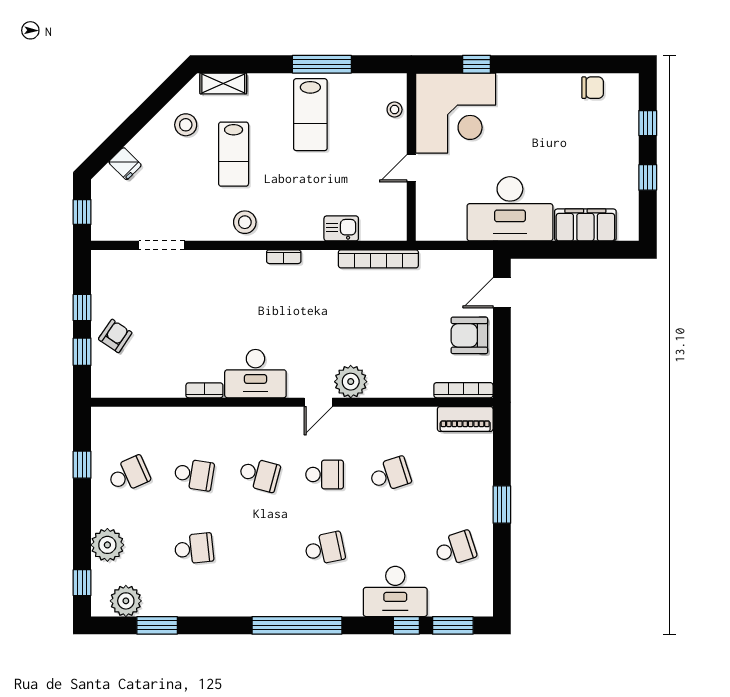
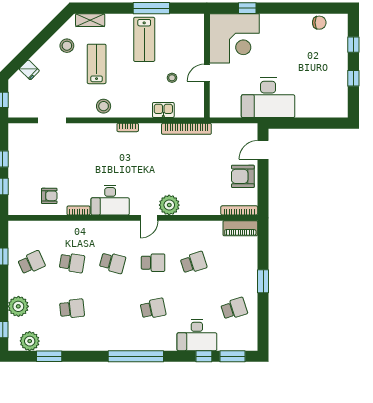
stool: (395, 110) -> (172, 78), moved
lab bench: (234, 154) -> (97, 64), turned 180
filing cabinet: (585, 225) -> (315, 108), removed
armchair: (115, 336) -> (49, 196), moved, turned 56

